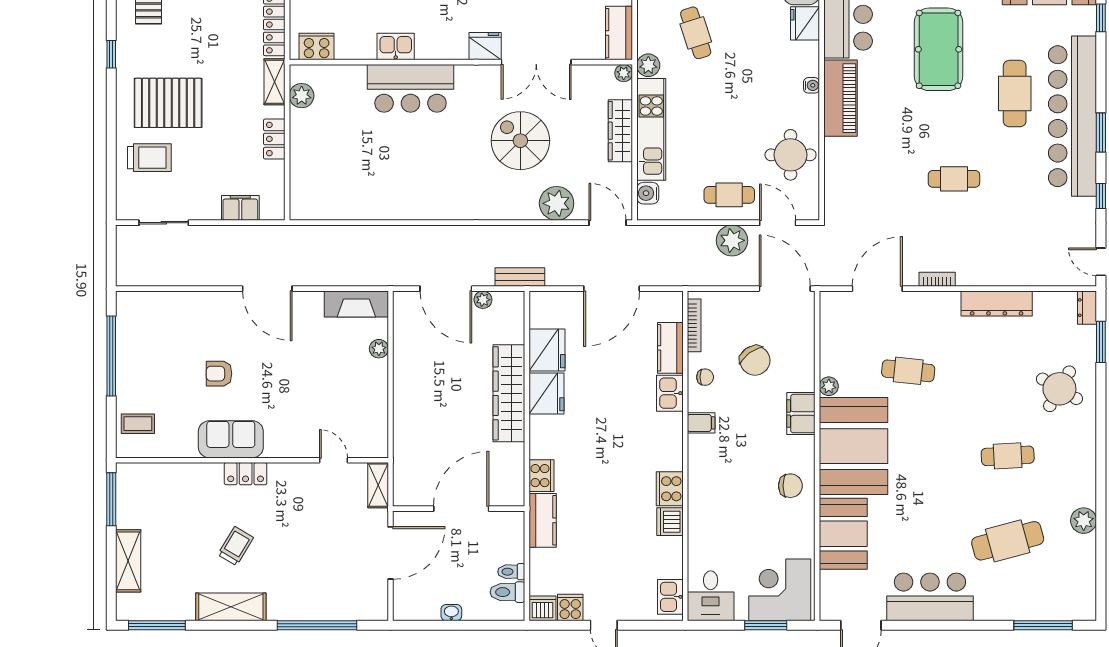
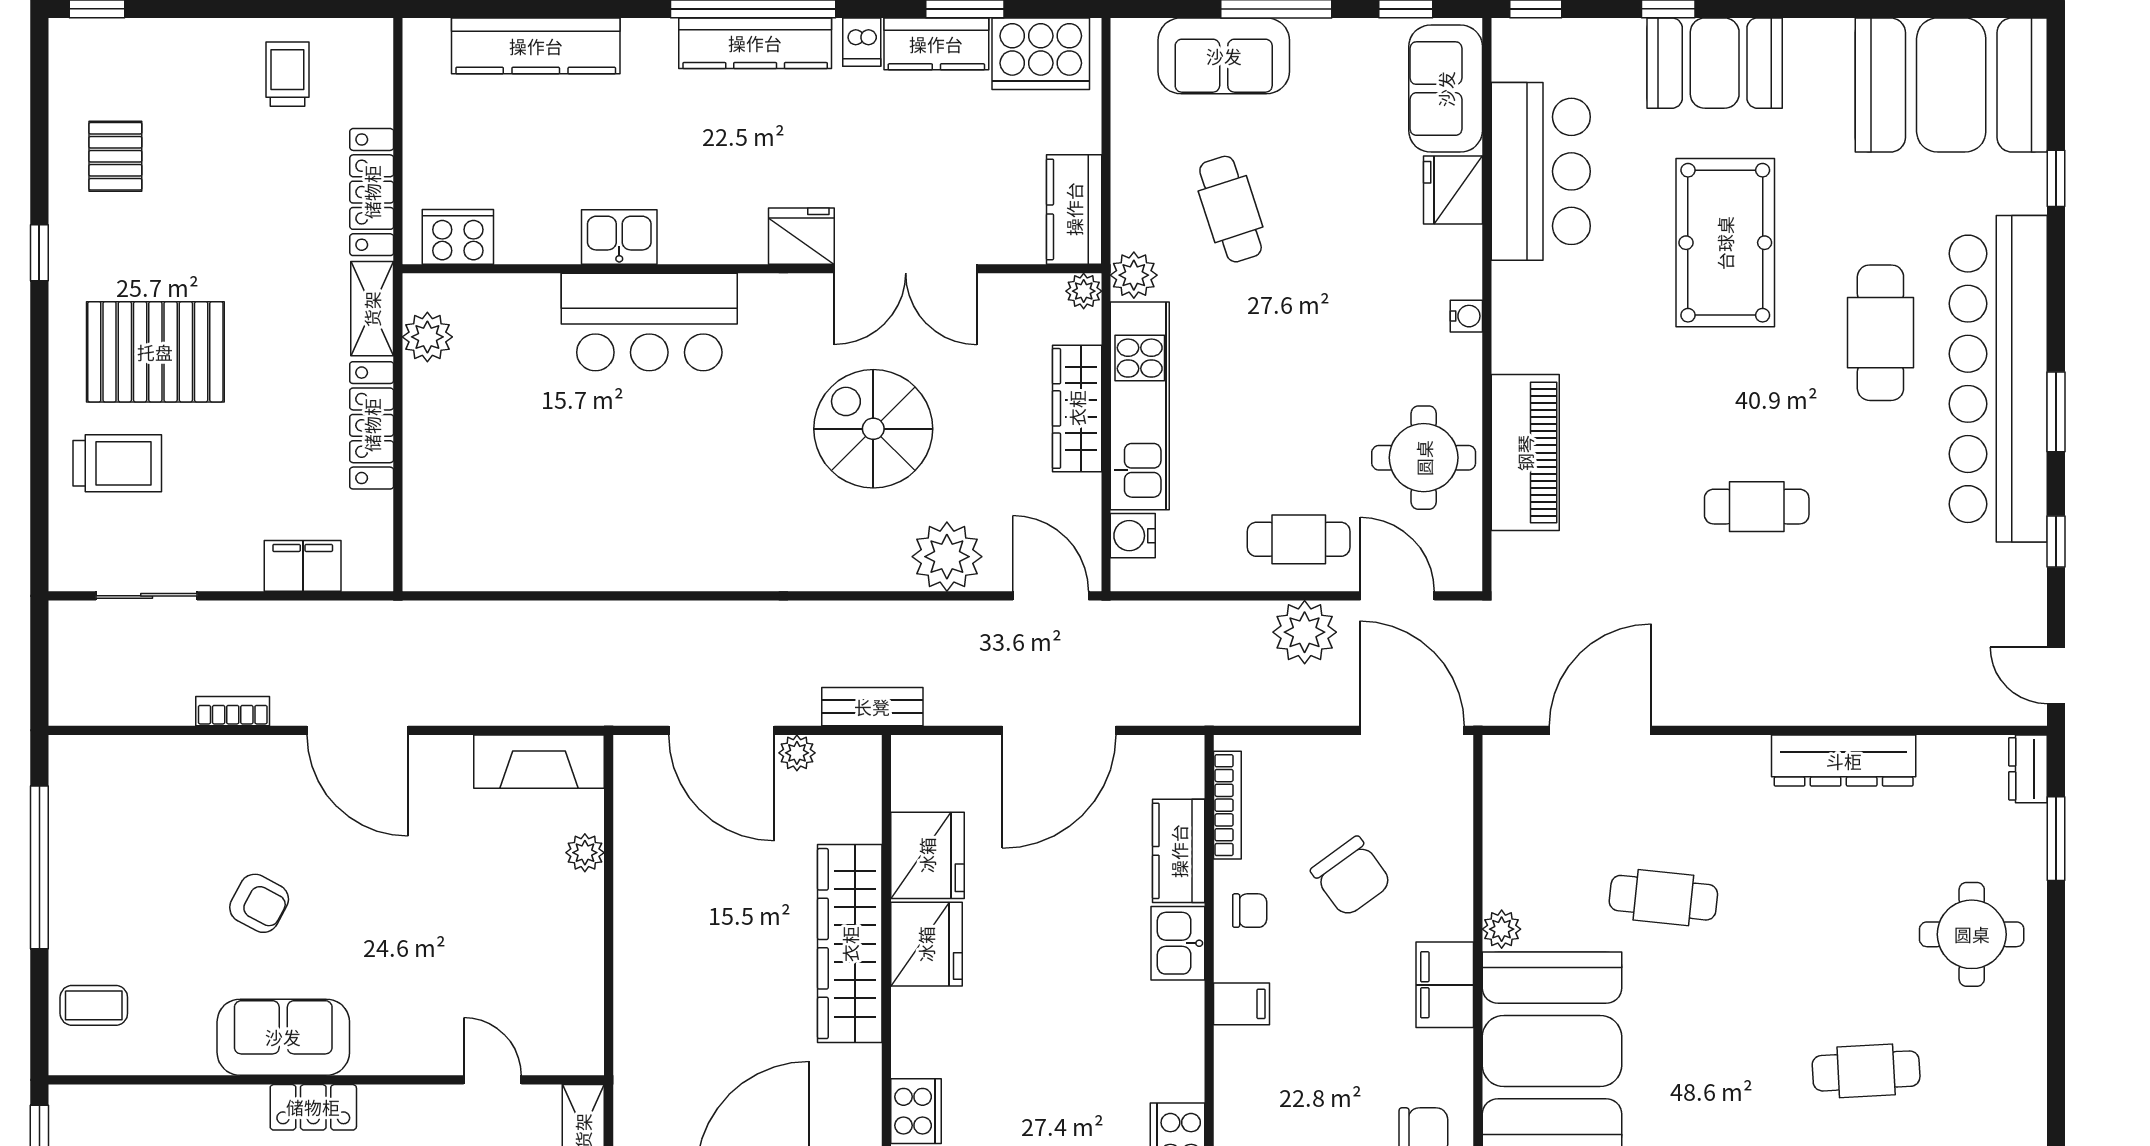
piano: (840, 98) -> (1525, 453), moved
locker: (274, 139) -> (372, 425), width x1.53
bookcase: (937, 279) -> (233, 711), moved
armchair: (219, 374) -> (259, 903), turned -152
round table: (1059, 389) -> (1972, 934), turned -30

